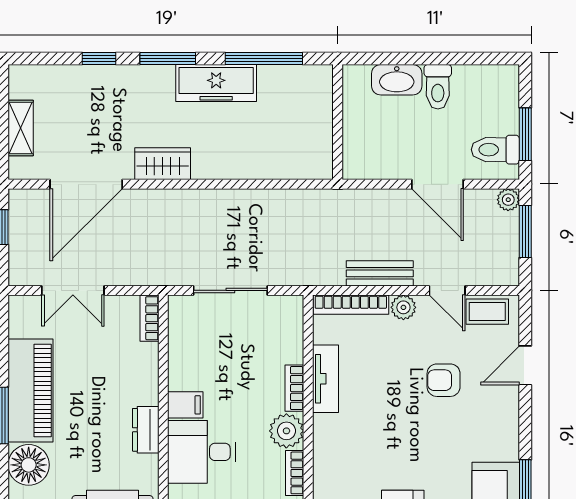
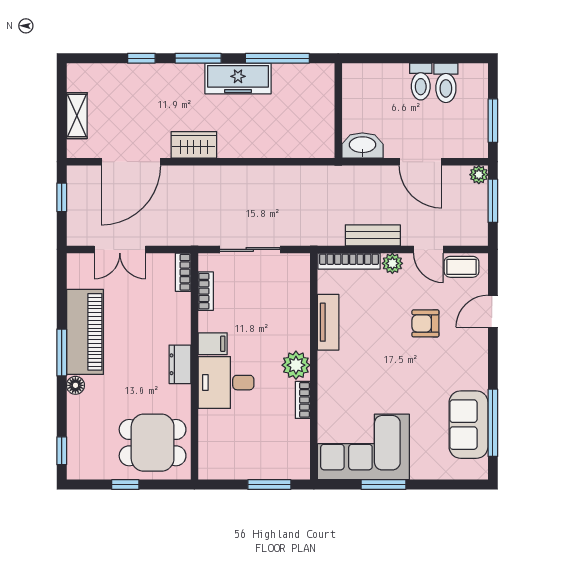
washbasin: (397, 80) -> (362, 145), moved, turned 180
toilet: (495, 150) -> (446, 83), moved, turned -90
bookcase: (294, 388) -> (206, 291), moved, turned 180
floor lamp: (29, 465) -> (75, 385), width x0.53, depth x0.53

